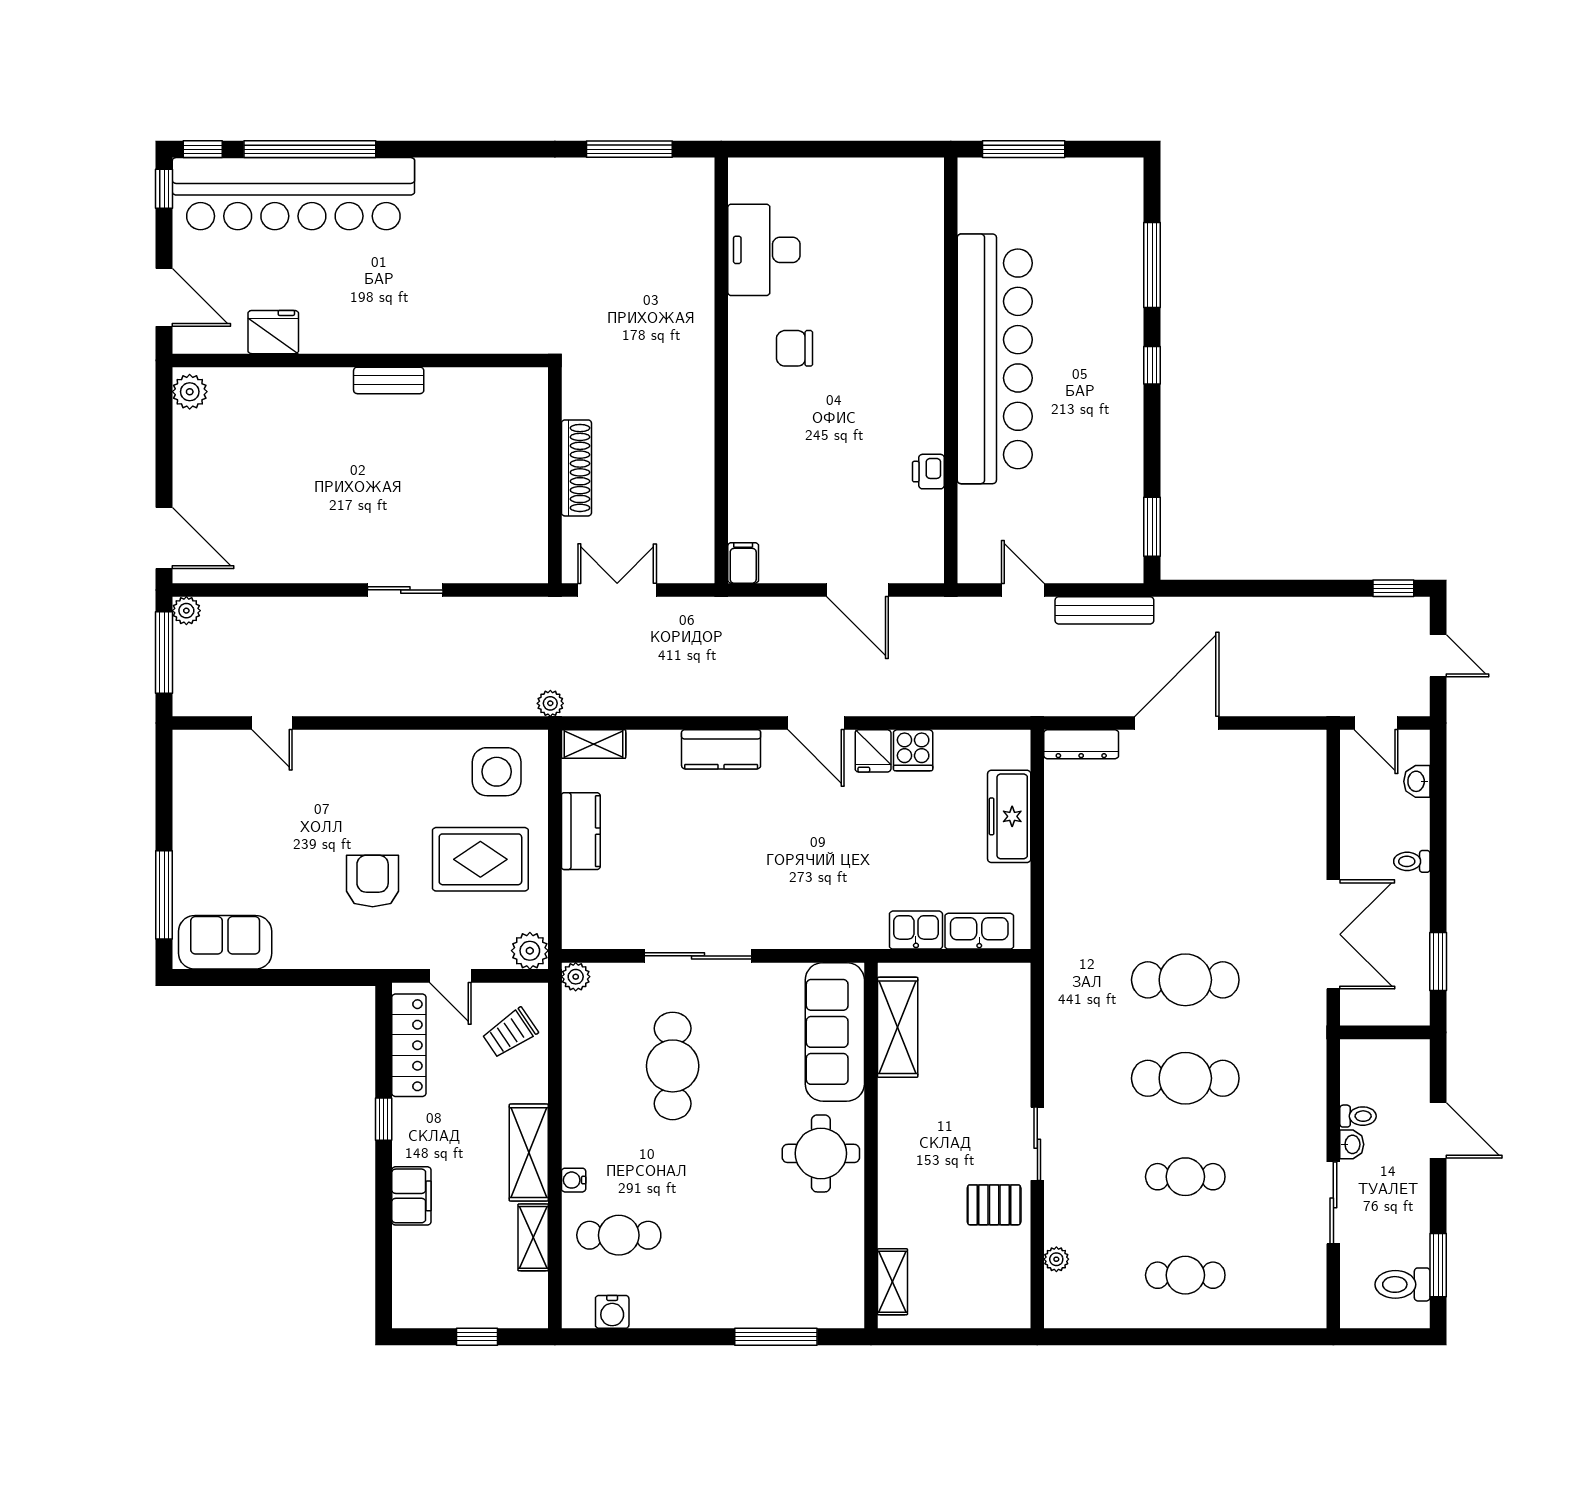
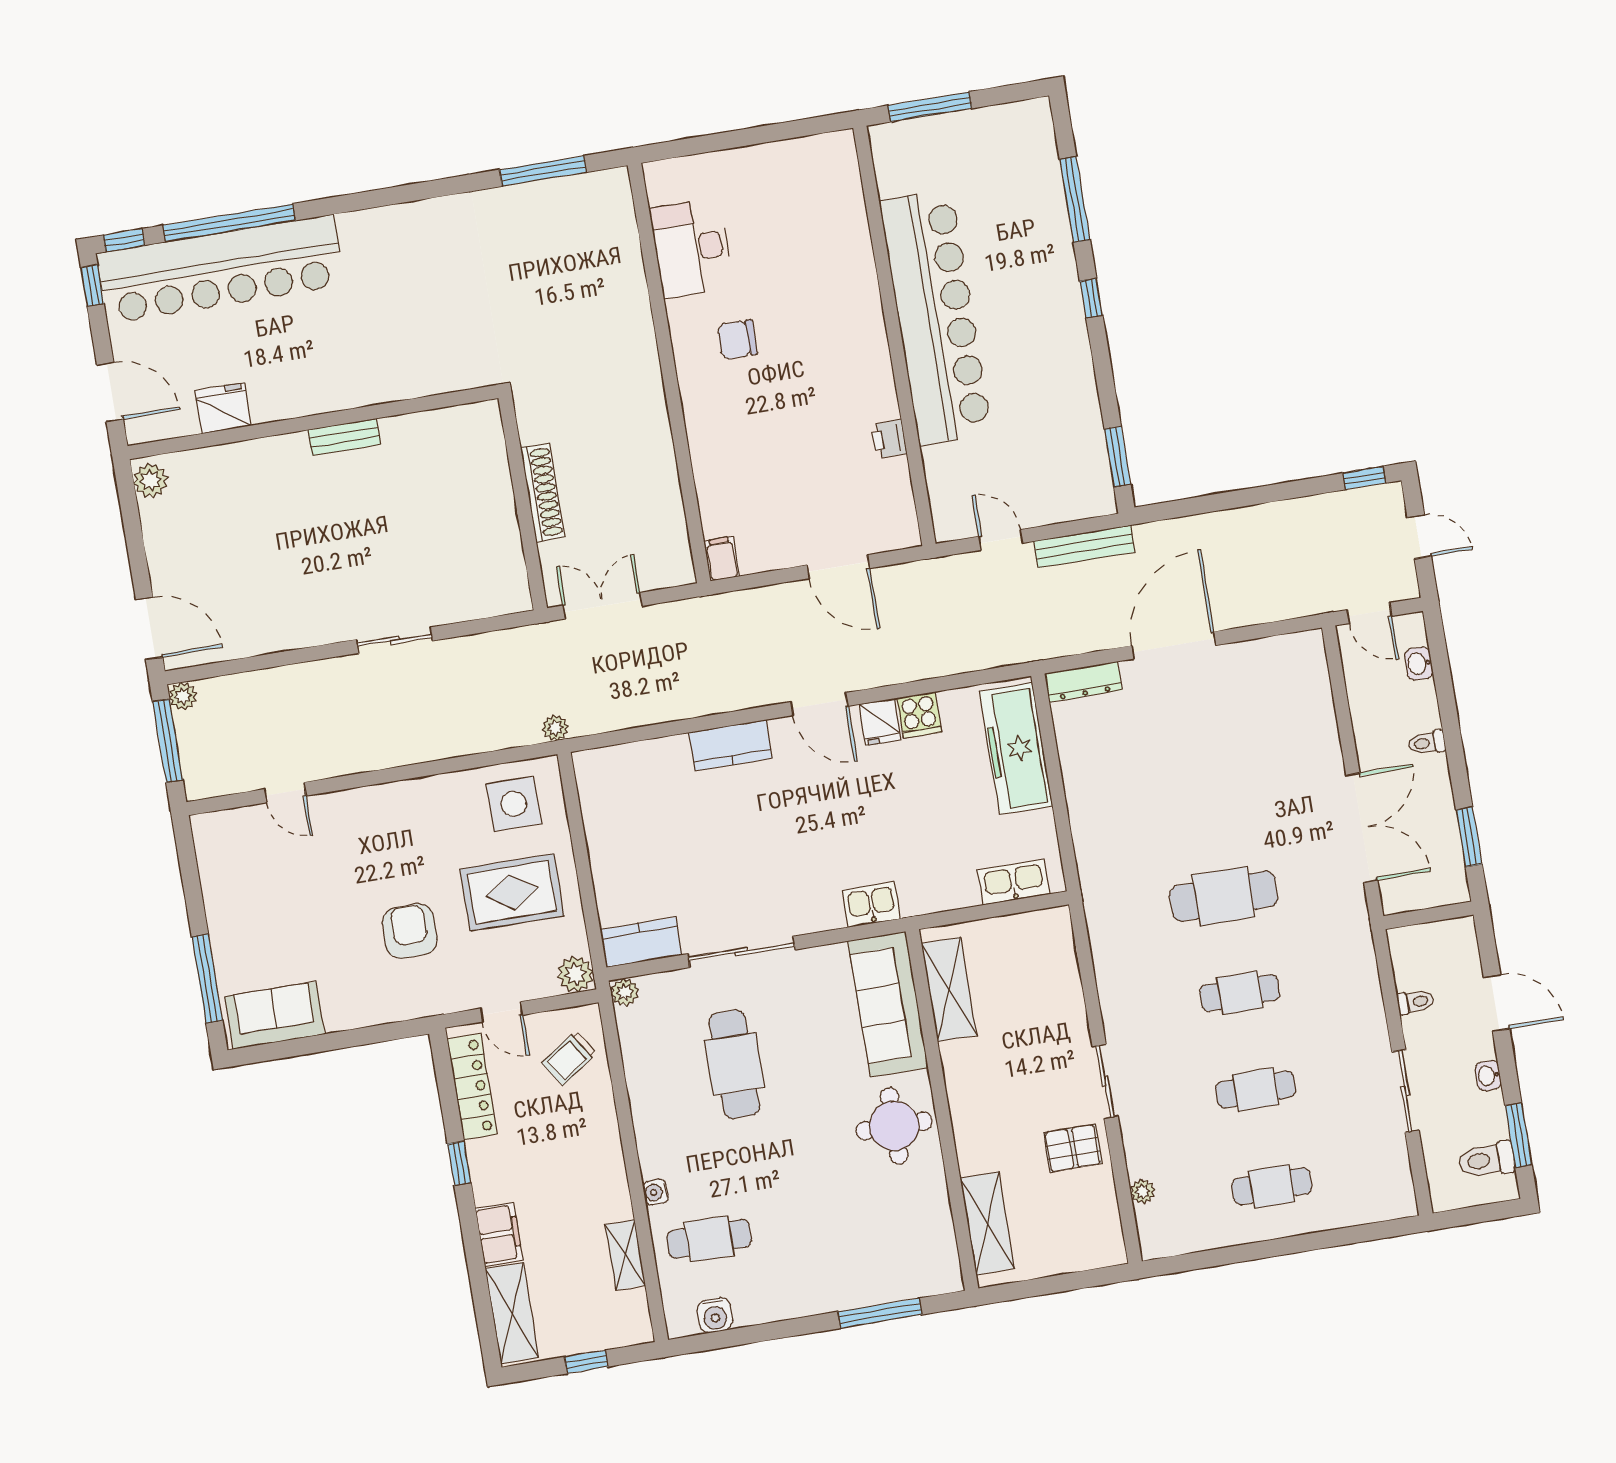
shelving: (594, 744) -> (604, 761), removed
freezer: (1009, 816) -> (1016, 749), width x1.36, depth x1.26
kitchen counter: (581, 831) -> (641, 942), moved, turned -90
kitchen sink: (916, 930) -> (871, 904), moved
cafe table: (1185, 1078) -> (1240, 993), width x0.73, depth x0.74
washbasin: (1352, 1144) -> (1488, 1076), moved, turned 180
shelving: (529, 1153) -> (512, 1313), moved
shelving: (892, 1282) -> (987, 1223), width x1.50, depth x1.33

